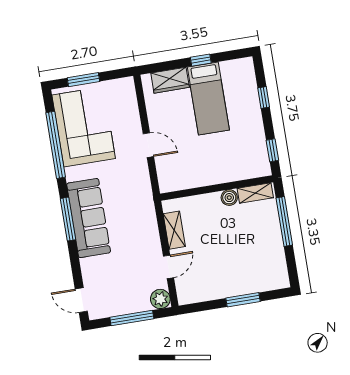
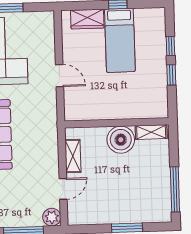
window: (272, 150) -> (171, 75), moved
boiler: (229, 198) -> (121, 140), width x1.86, depth x1.86
window: (284, 221) -> (175, 189), moved

